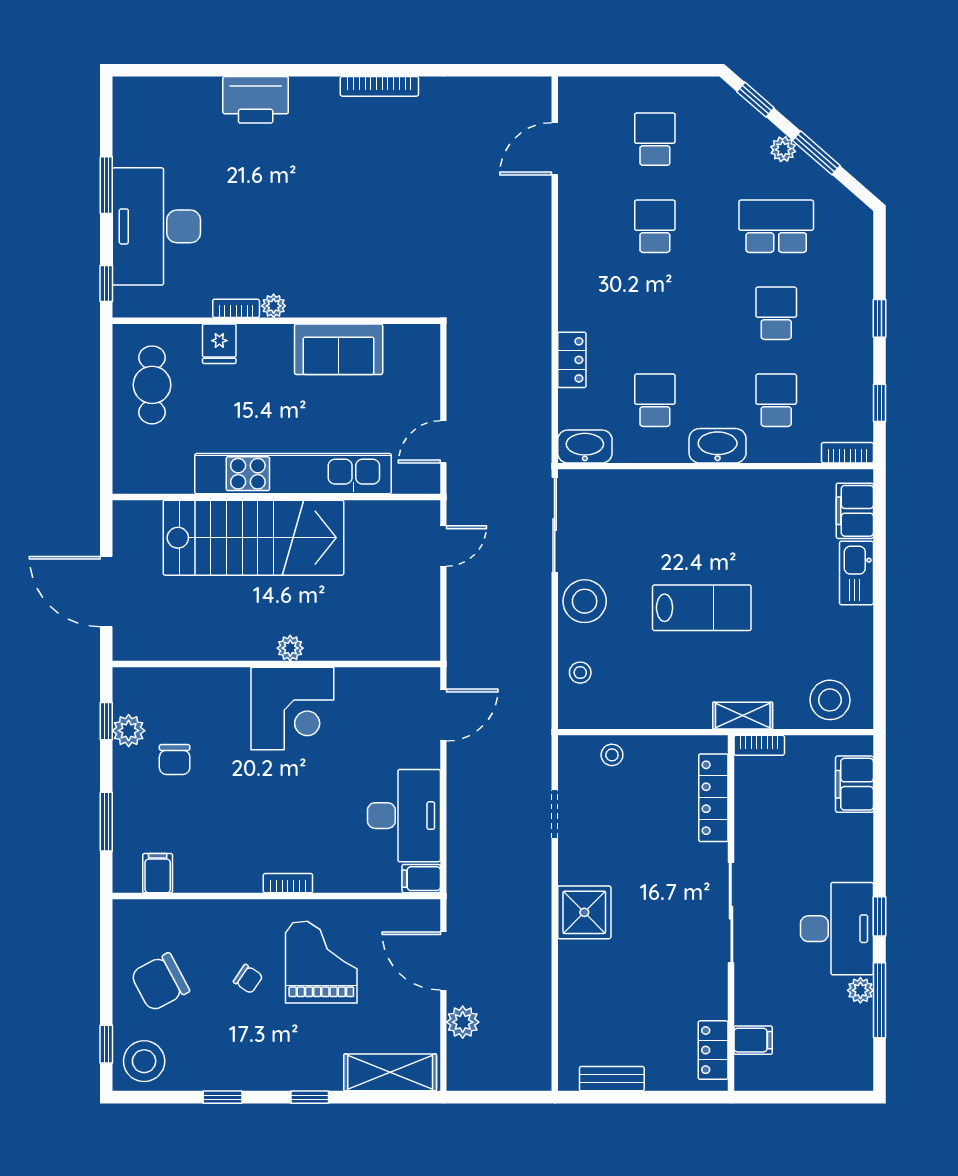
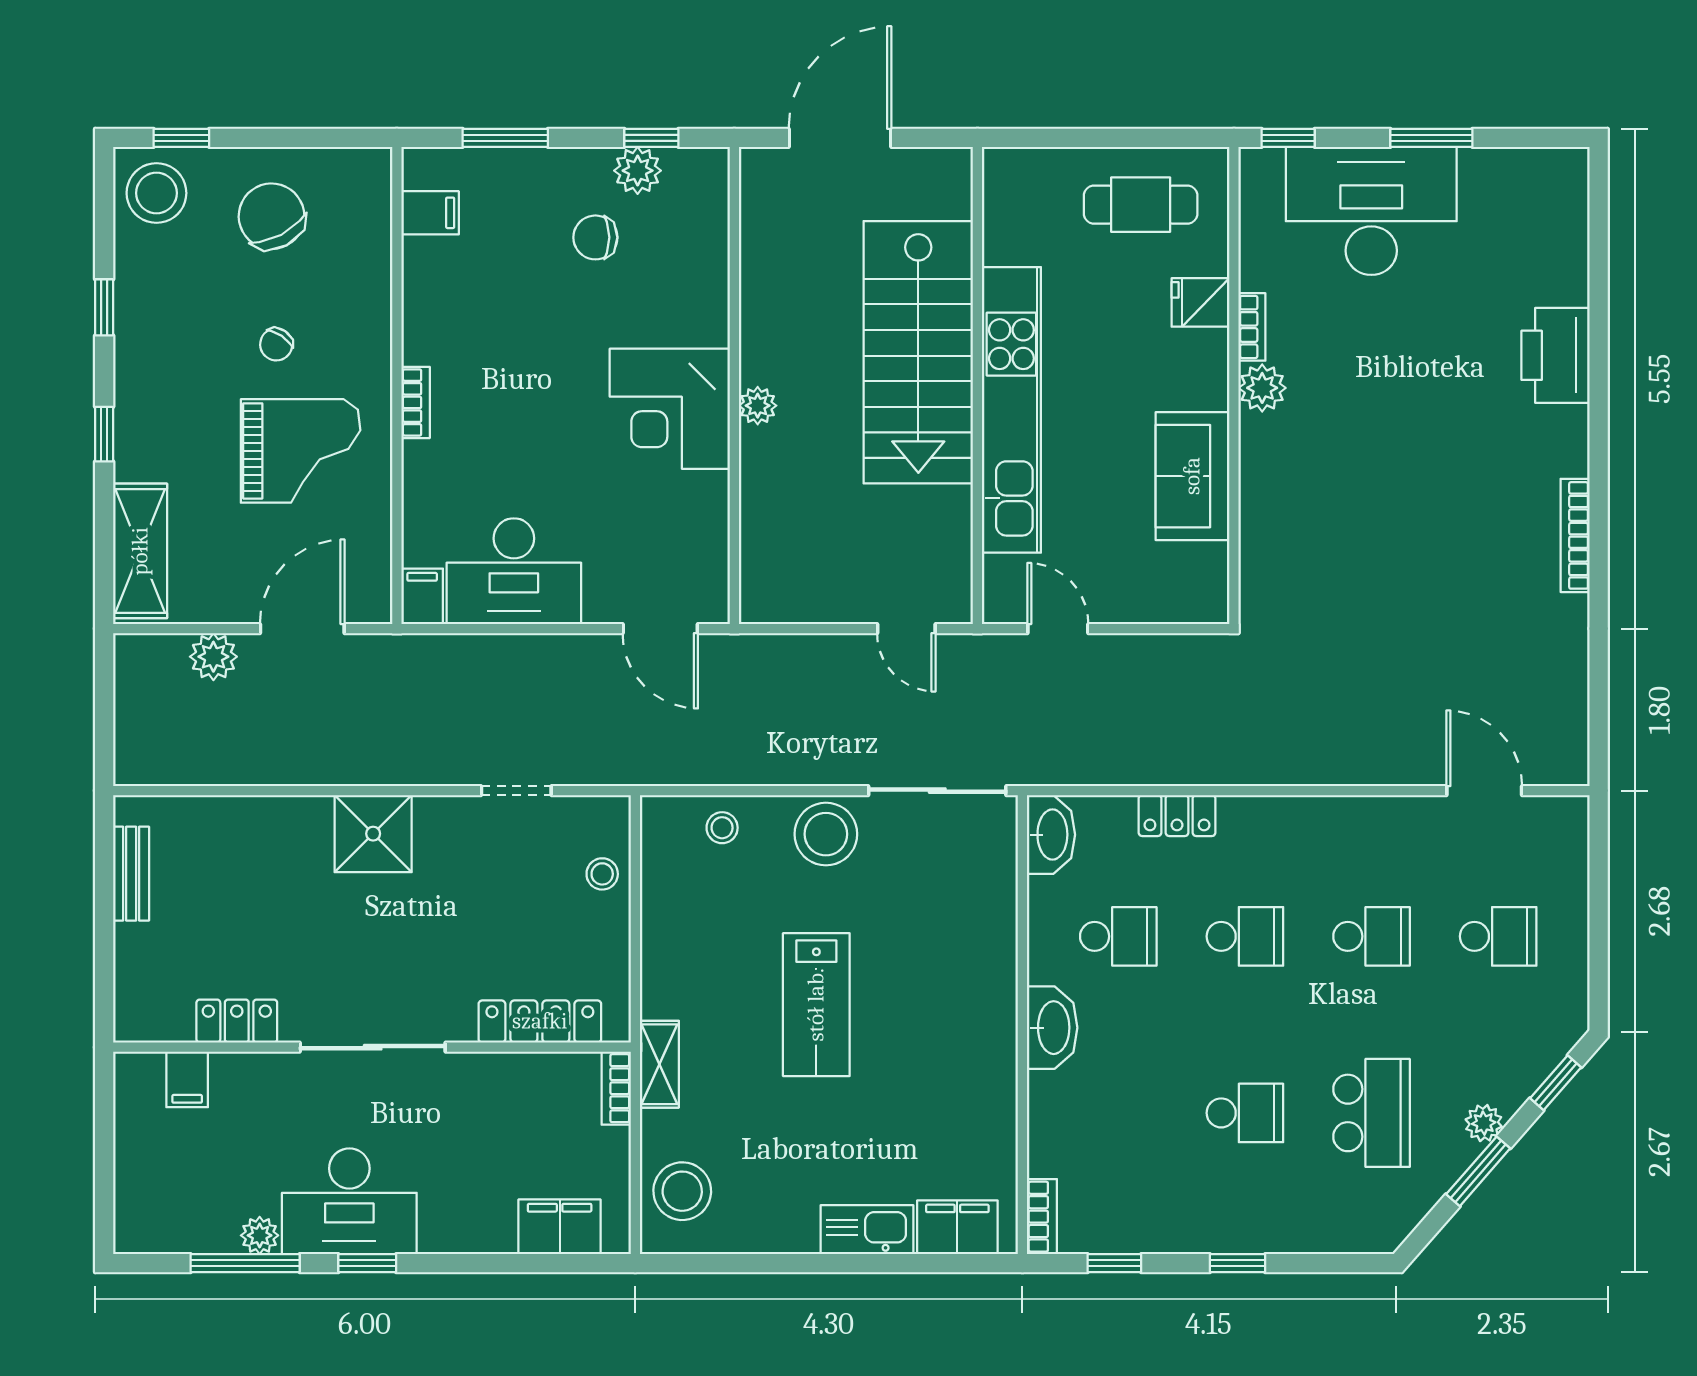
plant: (274, 306) -> (1262, 388), width x1.38, depth x1.38
school desk: (776, 400) -> (1245, 936), moved
locker: (713, 1050) -> (237, 1021), moved

